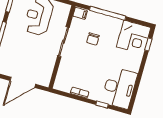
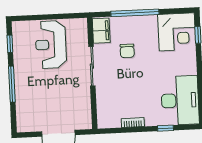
filing cabinet: (80, 13) -> (101, 31), width x2.00

